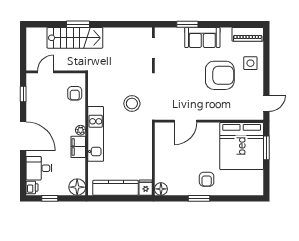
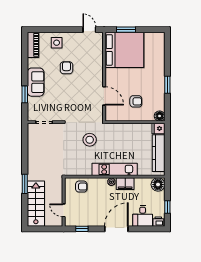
stairs: (75, 38) -> (36, 204), moved
armchair: (220, 75) -> (66, 68), width x0.53, depth x0.53
armchair: (207, 179) -> (136, 101), moved

